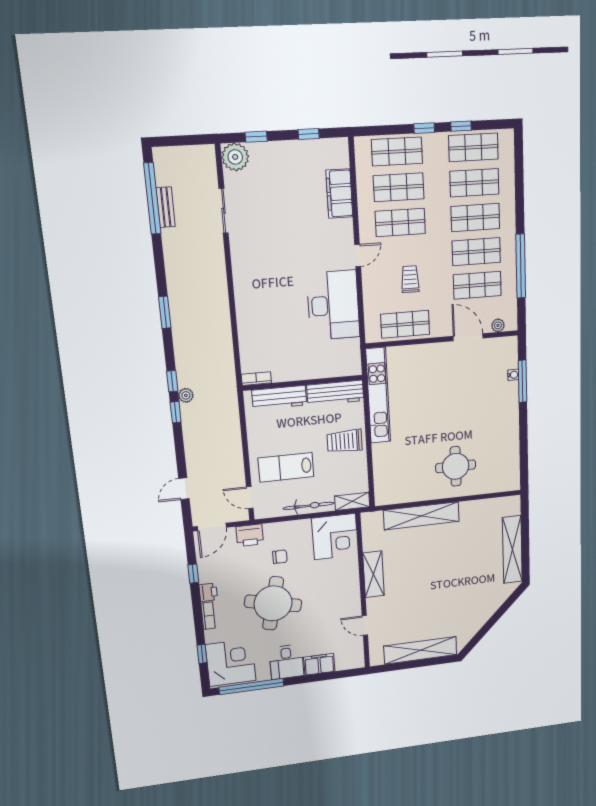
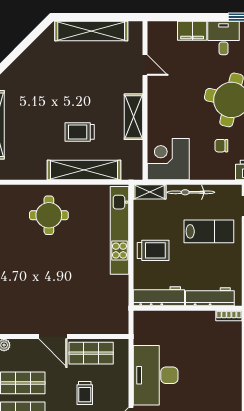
door: (468, 337) -> (53, 337), moved
kitchen unit: (378, 395) -> (119, 230), moved
trolley: (427, 553) -> (80, 132), added

